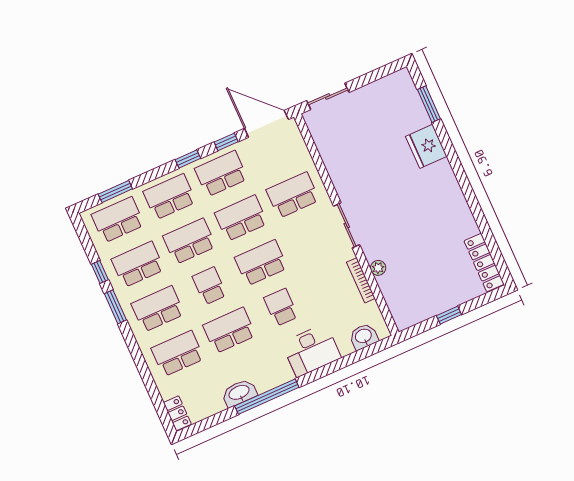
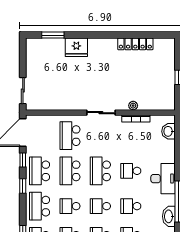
school desk: (189, 241) -> (70, 206), width x0.54
locker: (484, 263) -> (135, 44), moved
school desk: (229, 330) -> (131, 206), width x0.54
desk: (311, 350) -> (163, 179), moved

